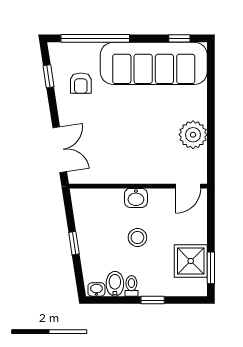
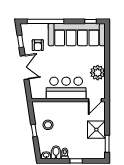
double door: (60, 150) -> (24, 67), moved
bar counter: (134, 163) -> (66, 88), added
washbasin: (136, 198) -> (67, 106), removed
stool: (137, 238) -> (48, 125), moved
shower: (191, 261) -> (96, 130), moved

